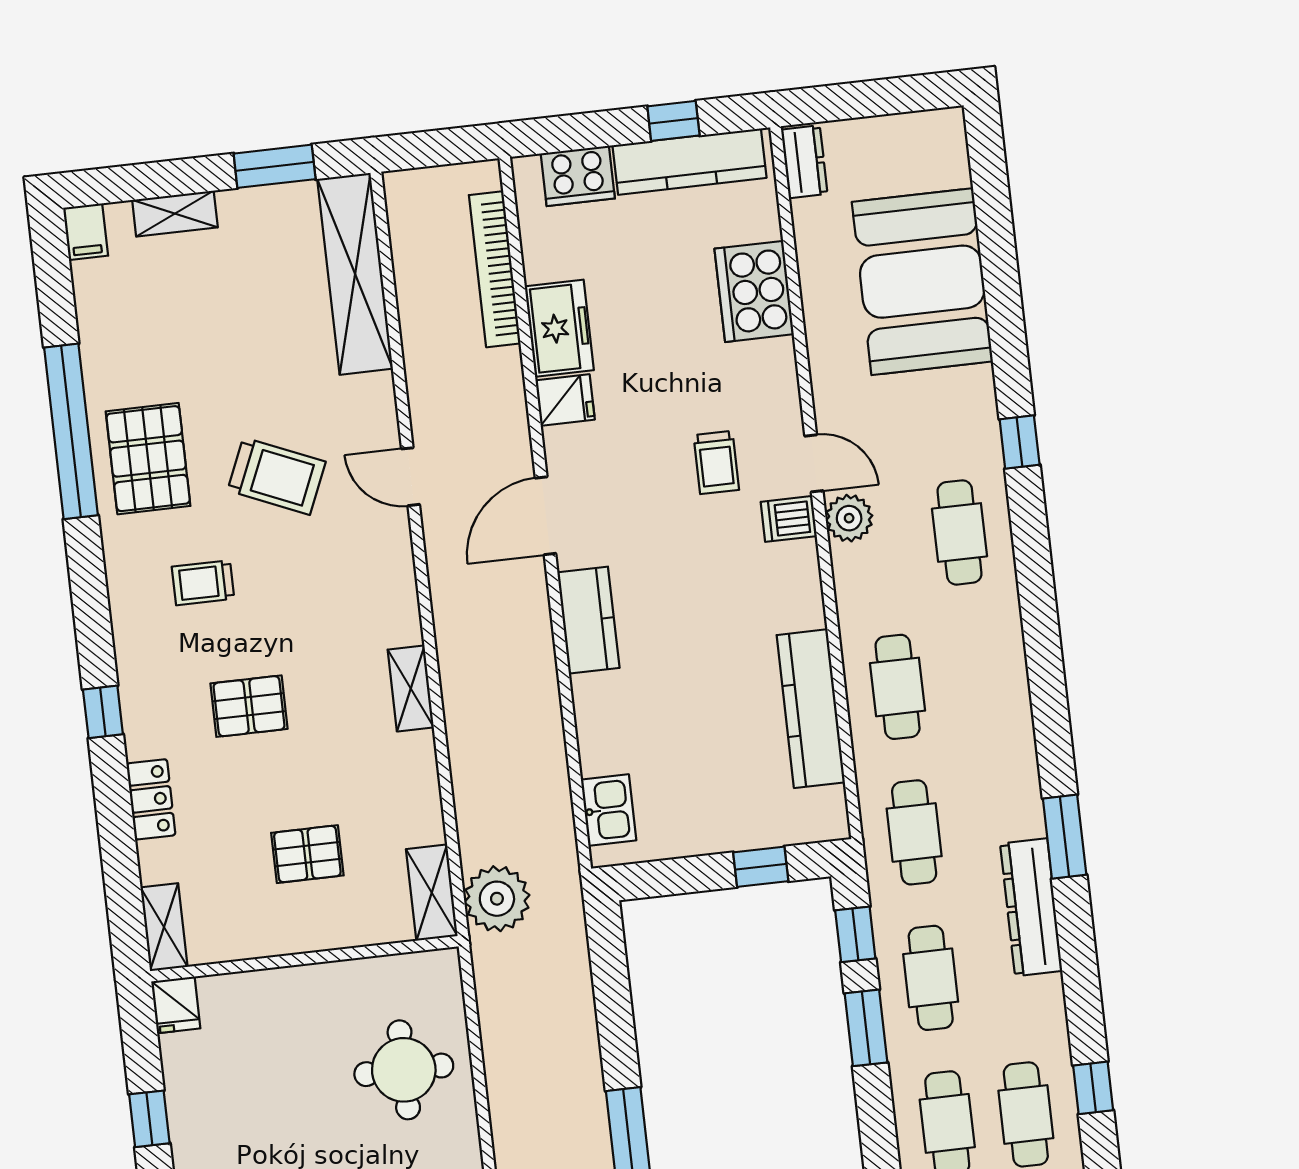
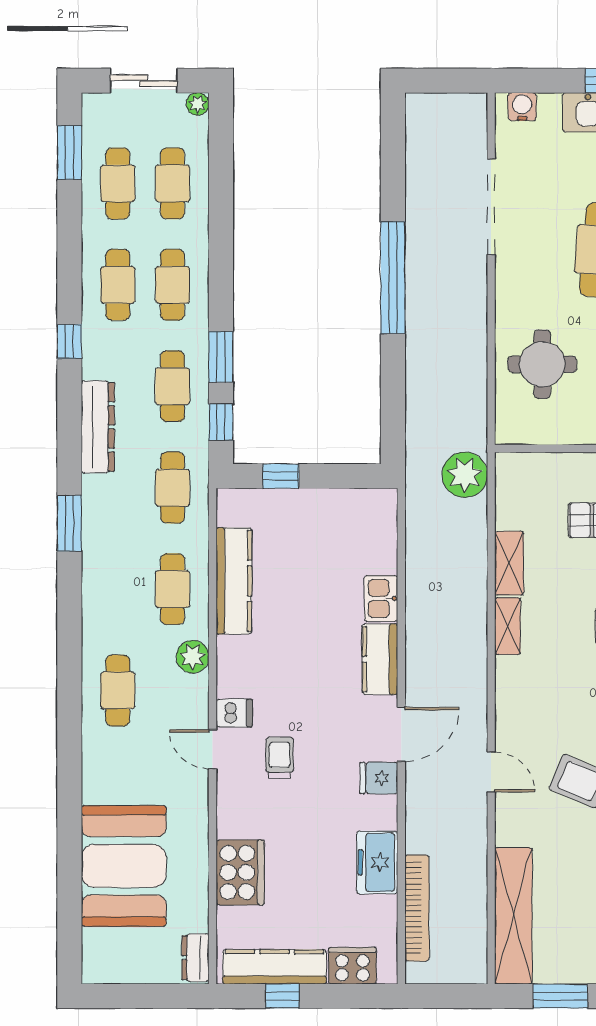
fridge: (565, 400) -> (379, 778), moved
window: (1020, 442) -> (69, 748), removed
plant: (849, 518) -> (193, 657), moved
kitchen sink: (609, 810) -> (381, 598), moved
window: (1065, 837) -> (69, 523), moved
shelving: (432, 893) -> (509, 563), moved
window: (1093, 1088) -> (69, 341), moved

